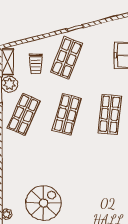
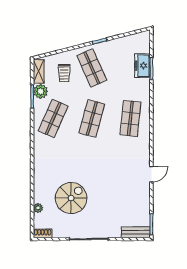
shop shelf: (67, 58) -> (92, 68), turned -45

